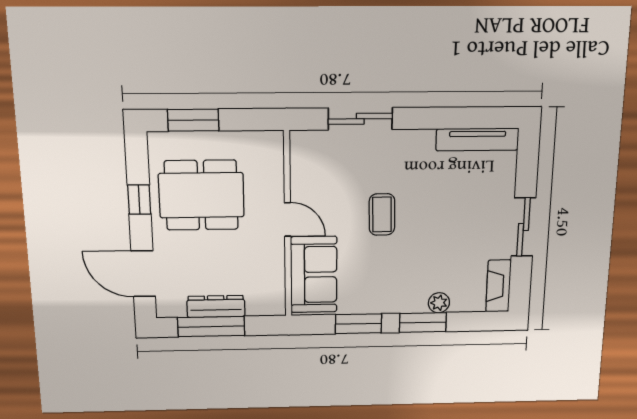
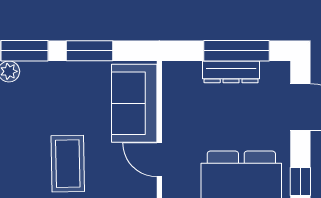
coffee table: (382, 214) -> (68, 164), width x1.36, depth x1.30

